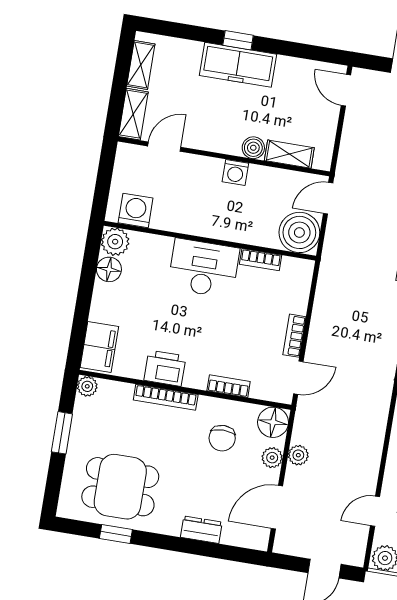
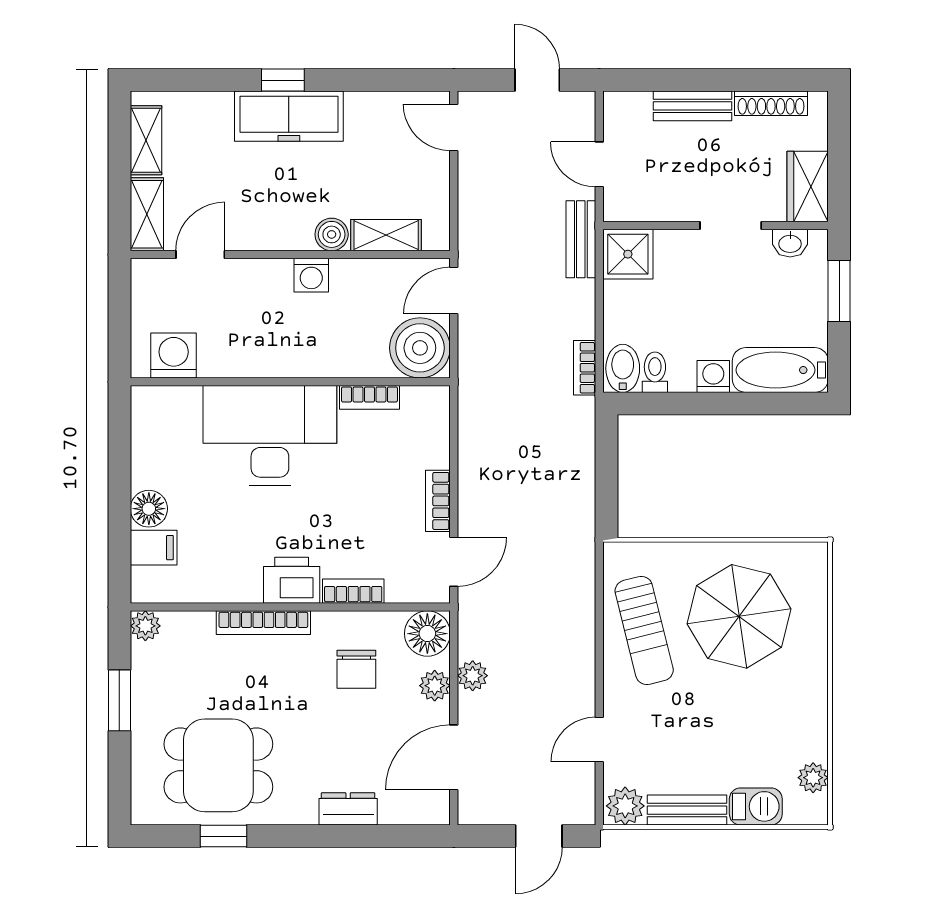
plant: (115, 242) -> (151, 406), removed
desk: (204, 268) -> (270, 435), width x1.36, depth x1.30
floor lamp: (109, 269) -> (149, 509), moved
filing cabinet: (99, 347) -> (154, 548), width x0.50
printer: (165, 368) -> (292, 580), moved

